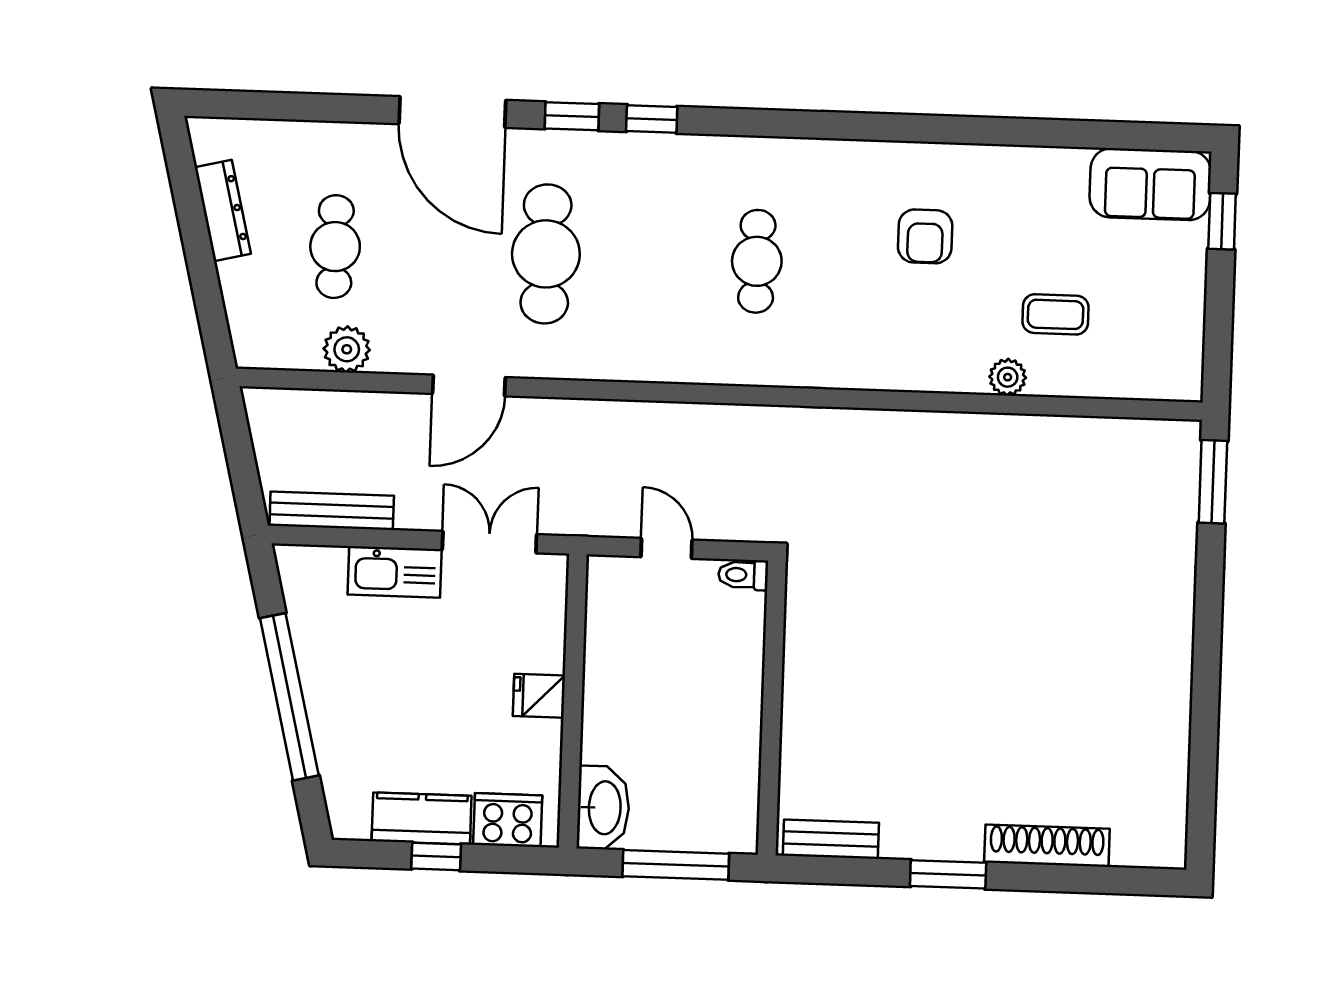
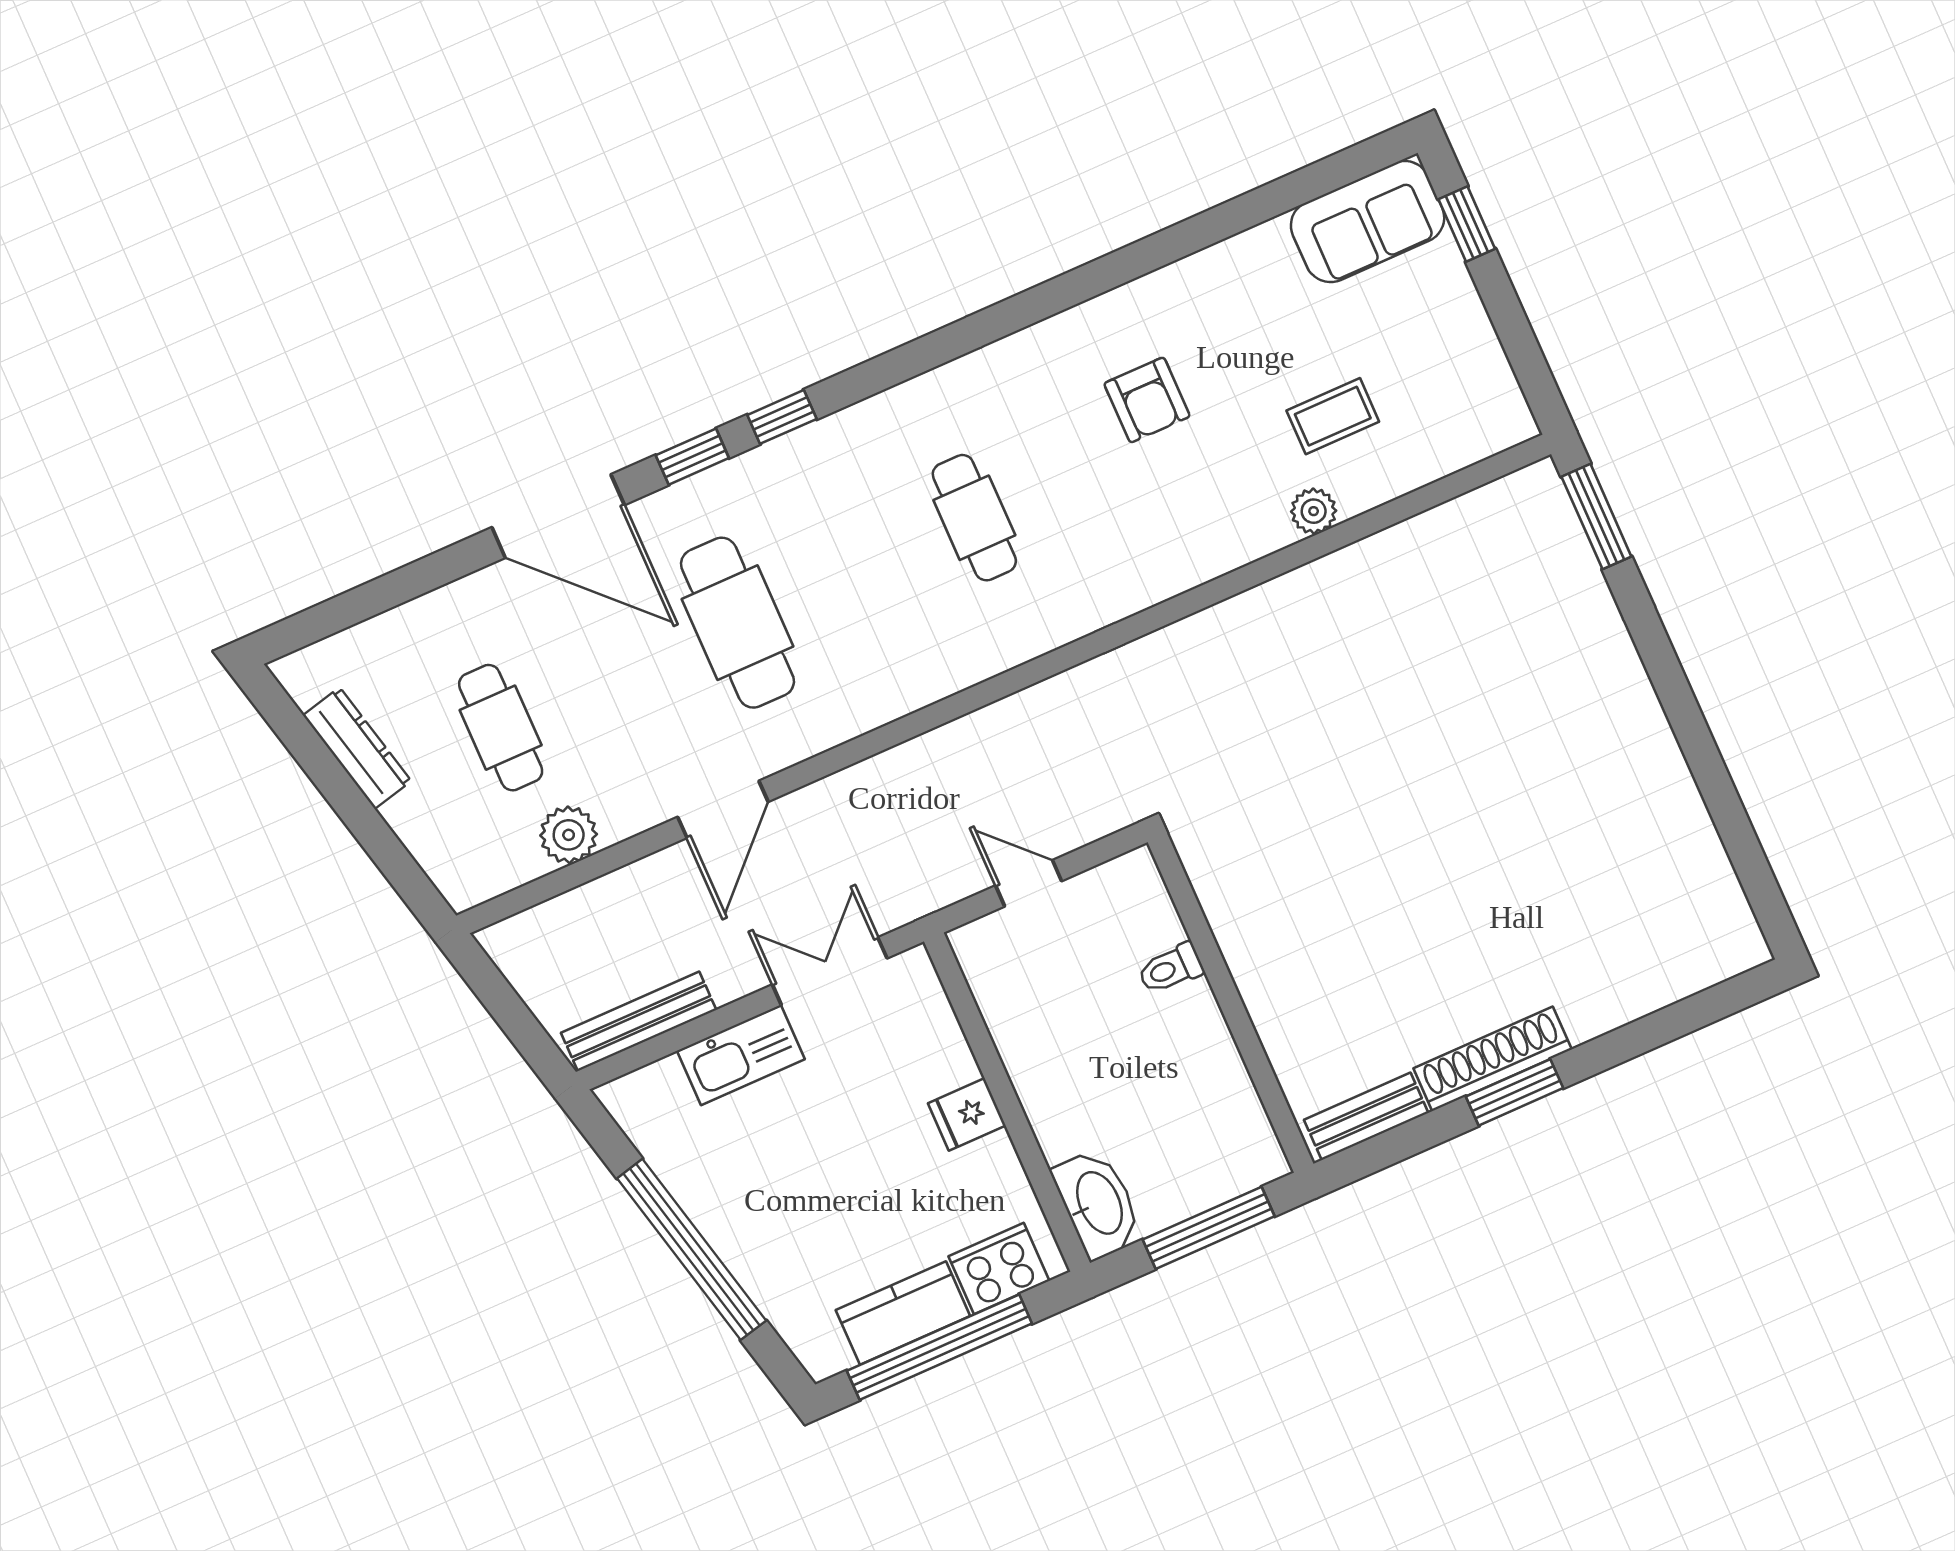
toilet: (743, 575) -> (1171, 969), moved
shoe rack: (1047, 846) -> (1493, 1059), moved
window: (436, 857) -> (939, 1347), width x3.17

